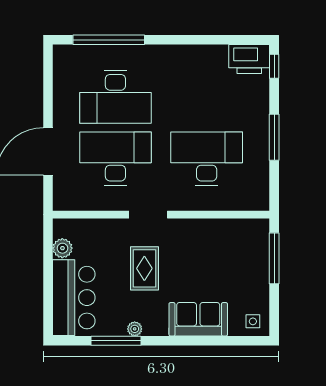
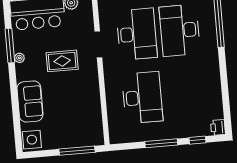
printer: (249, 59) -> (218, 127), width x0.53, depth x0.68
window: (274, 66) -> (197, 140), moved
doorway: (148, 215) -> (98, 44), moved
side table: (253, 321) -> (32, 140), width x1.87, depth x1.87

